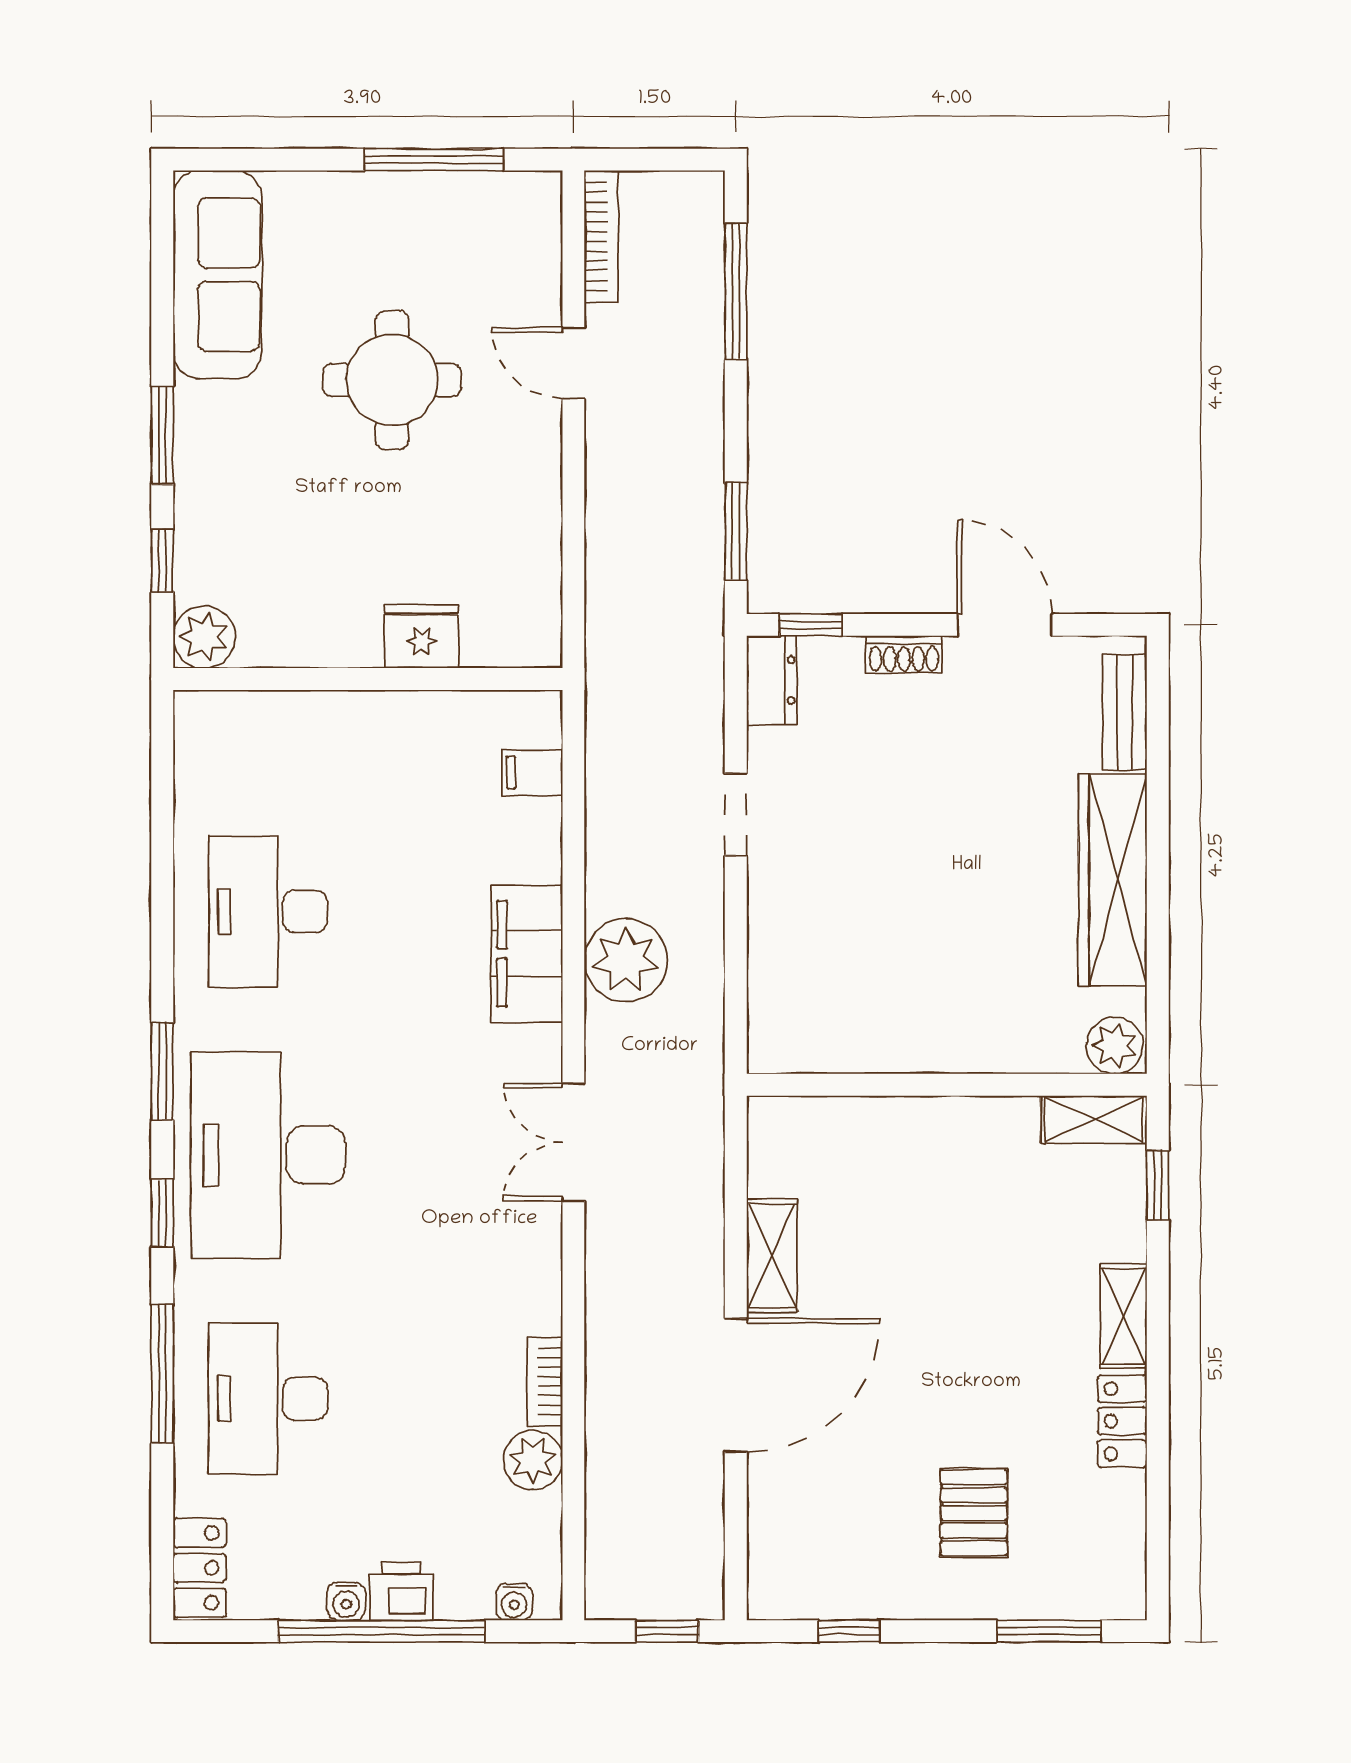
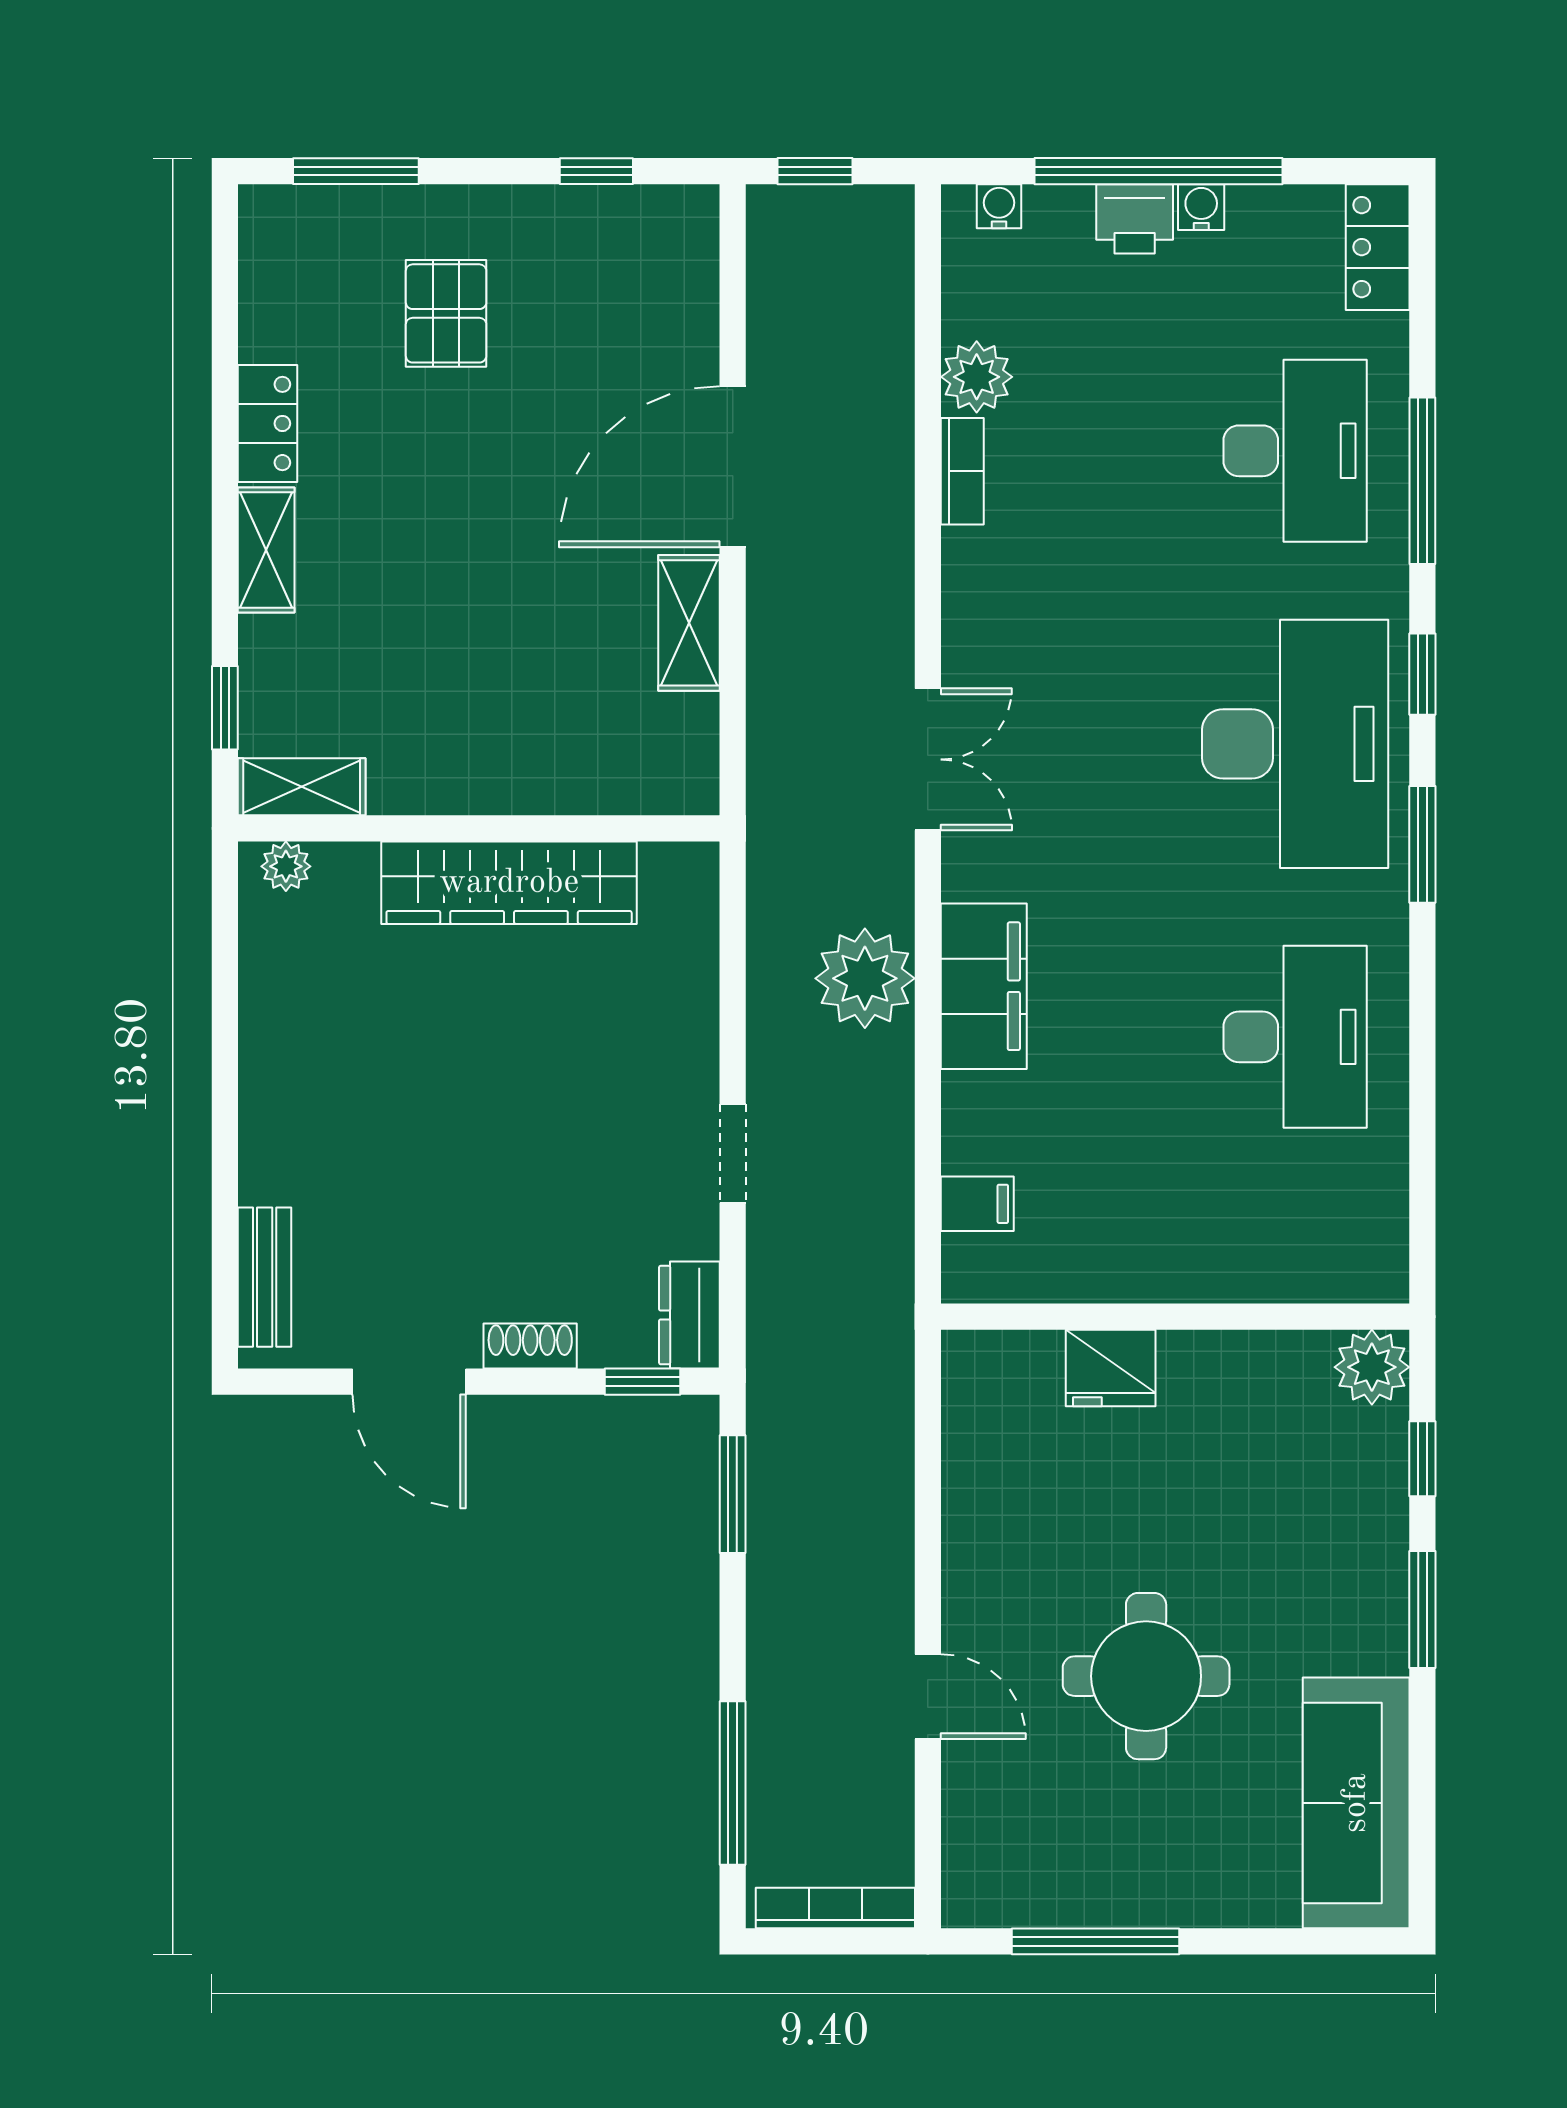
bookcase: (601, 236) -> (835, 1908), moved, turned 90
wardrobe: (1113, 880) -> (509, 883), moved, turned 90
plant: (1115, 1045) -> (286, 866), width x0.73, depth x0.73

